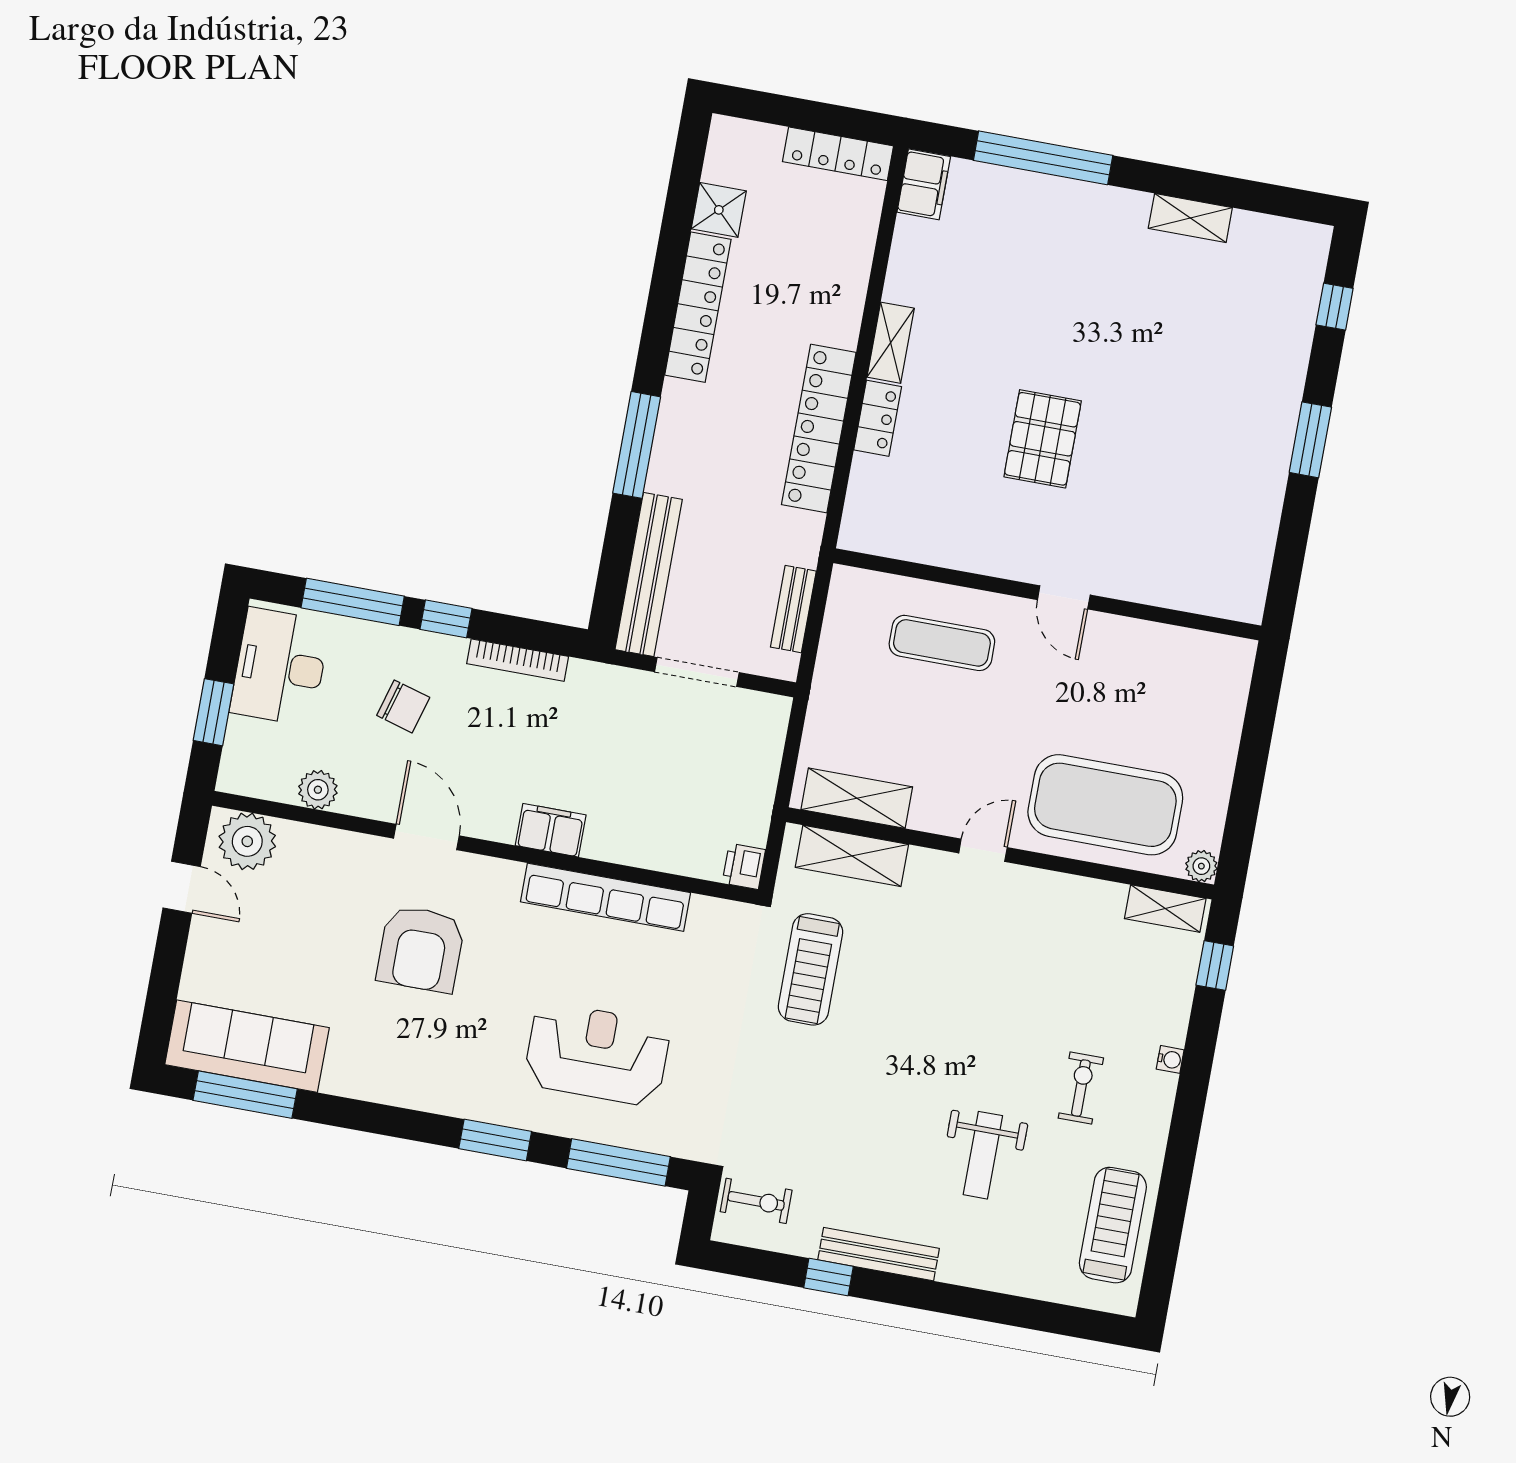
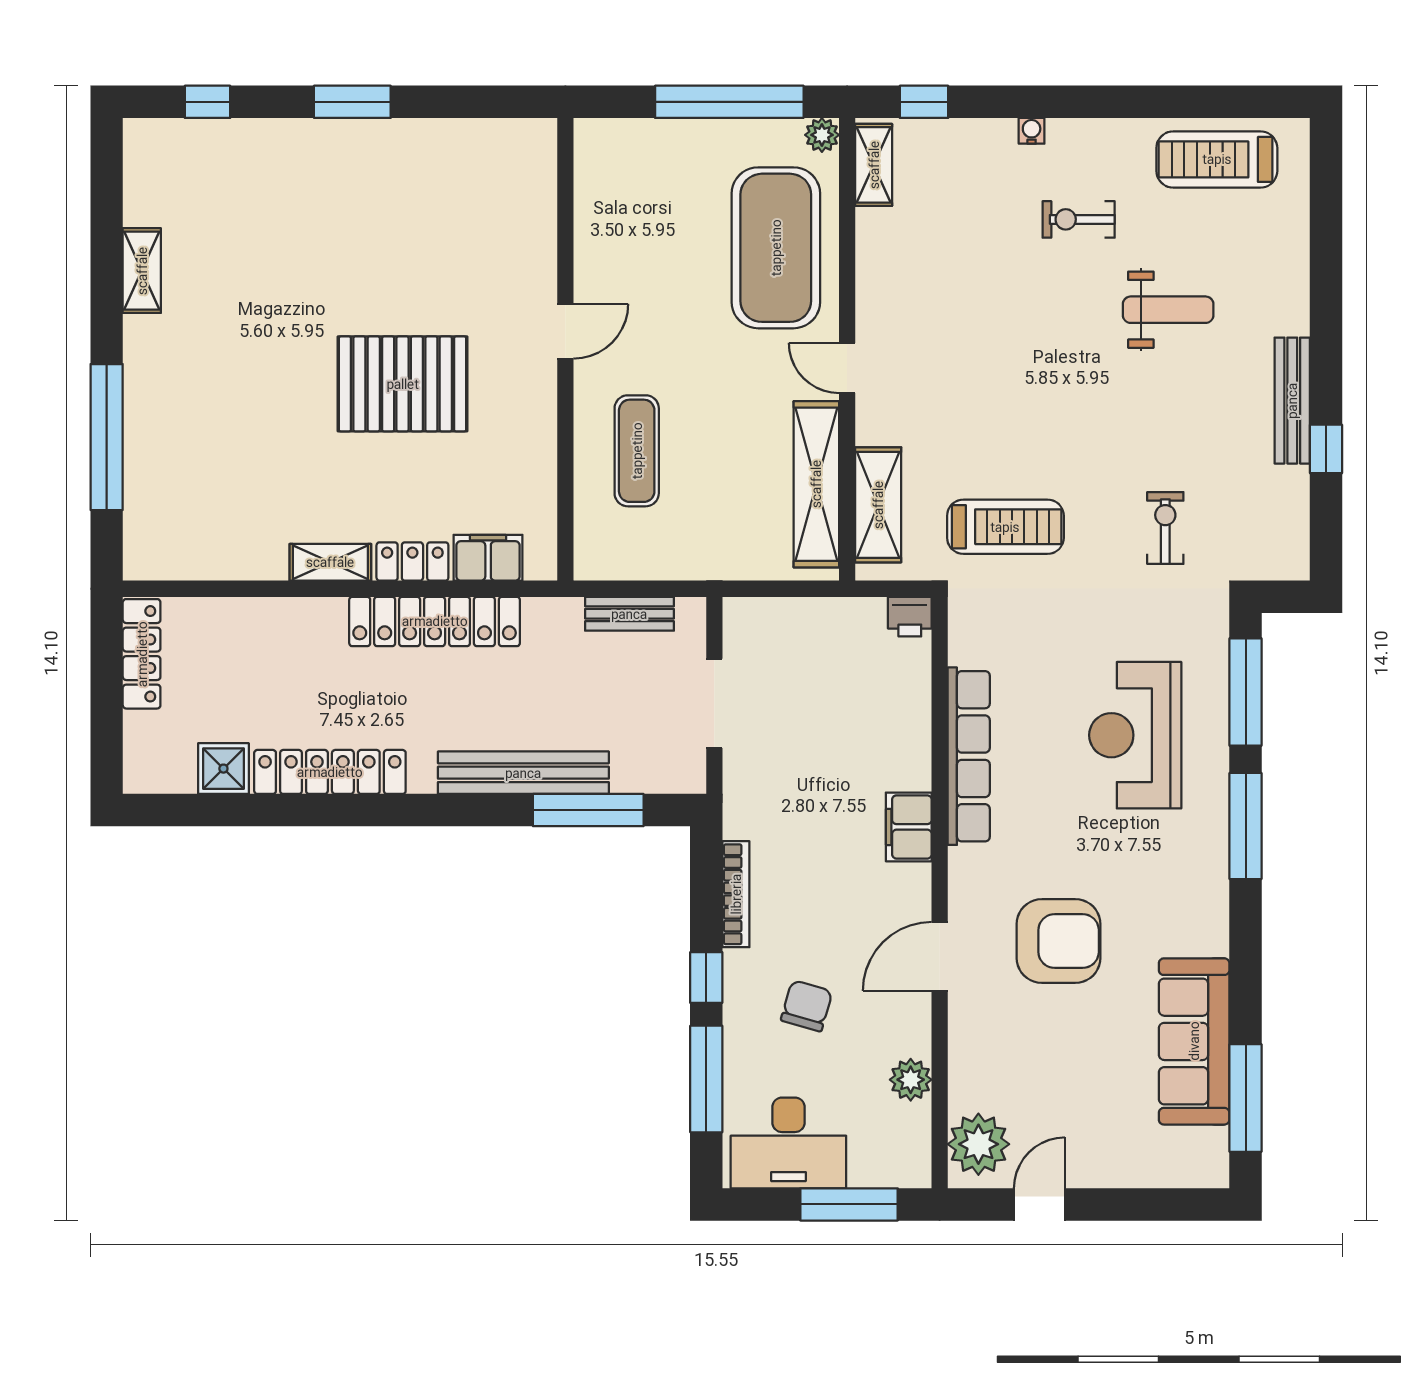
filing cabinet: (924, 184) -> (488, 558), moved
pallet: (1043, 439) -> (403, 384), width x1.37, depth x1.41
window: (637, 445) -> (588, 810), moved
bench: (649, 575) -> (523, 773), moved
window: (213, 712) -> (849, 1204), width x1.44
window: (1247, 786) -> (729, 102), added
shelving: (857, 798) -> (816, 484), width x1.47
sofa: (247, 1046) -> (1194, 1041), moved
window: (495, 1140) -> (1246, 826), width x1.44
exercise bike: (756, 1201) -> (1165, 528), moved

